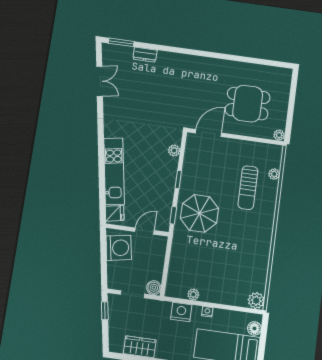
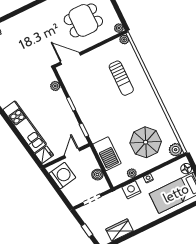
door: (209, 133) -> (70, 59), hinge flipped
plant: (274, 174) -> (124, 39), moved
parasol: (199, 213) -> (146, 142), moved
barbecue: (181, 256) -> (107, 154), added
boiler: (154, 288) -> (97, 175), moved
window: (105, 311) -> (87, 230), moved

